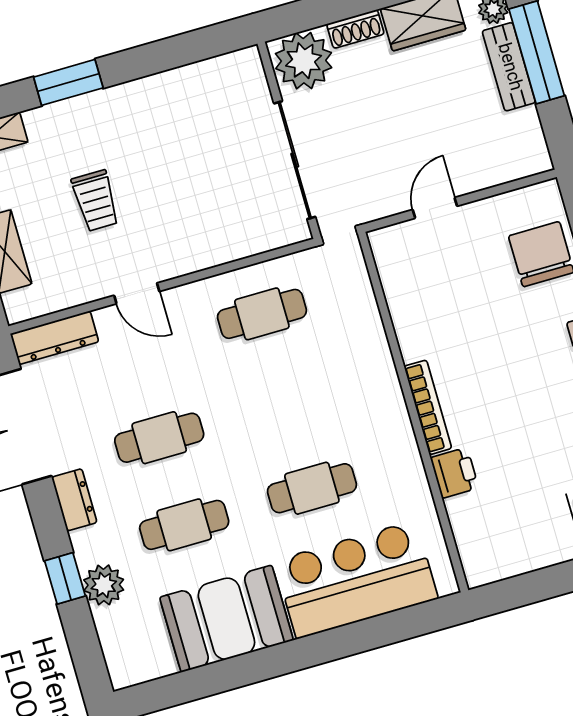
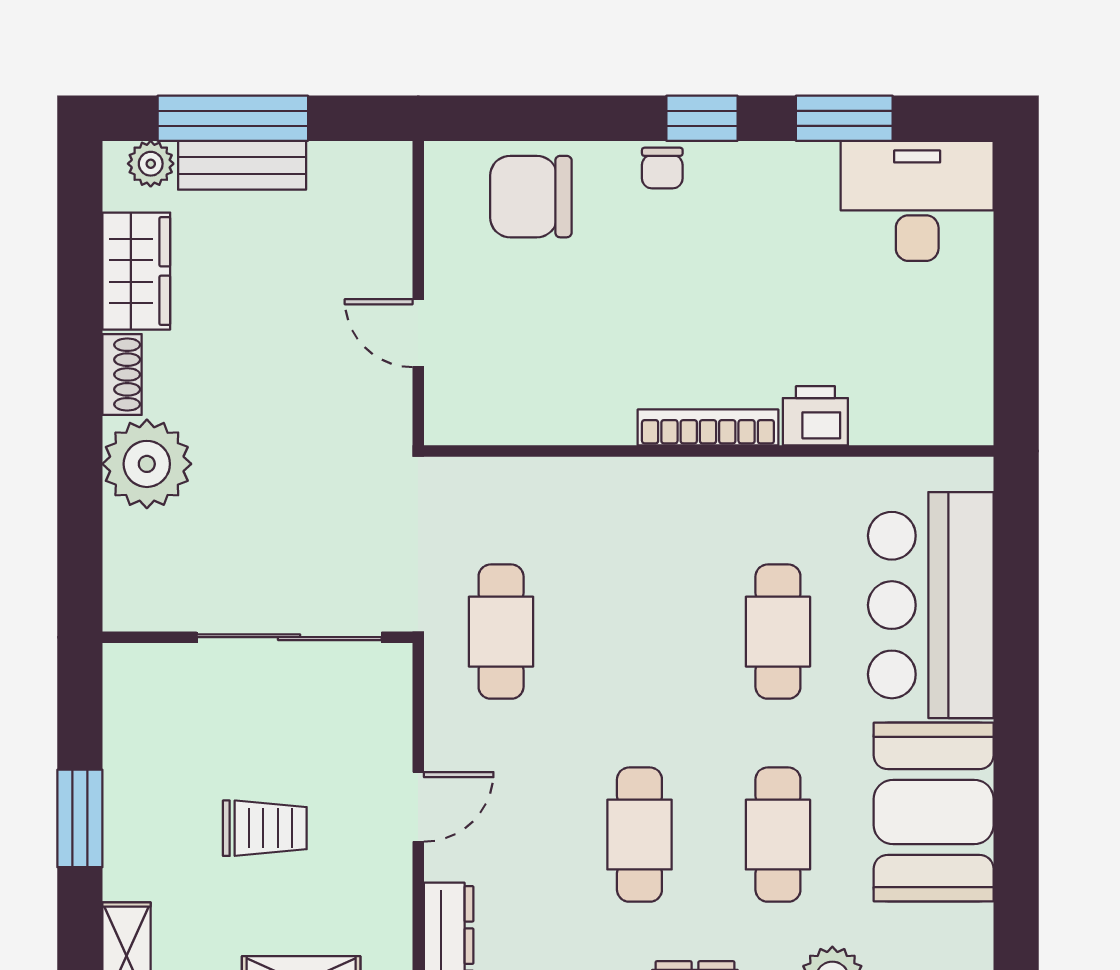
wall: (289, 140) -> (257, 637), moved
sliding door: (295, 160) -> (289, 637), moved

